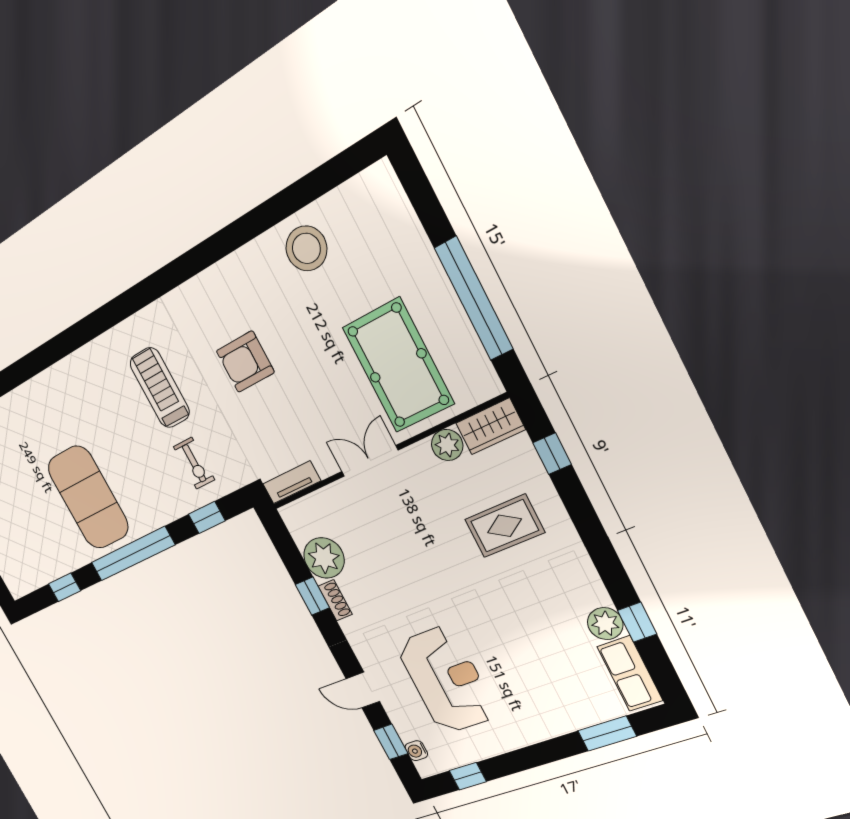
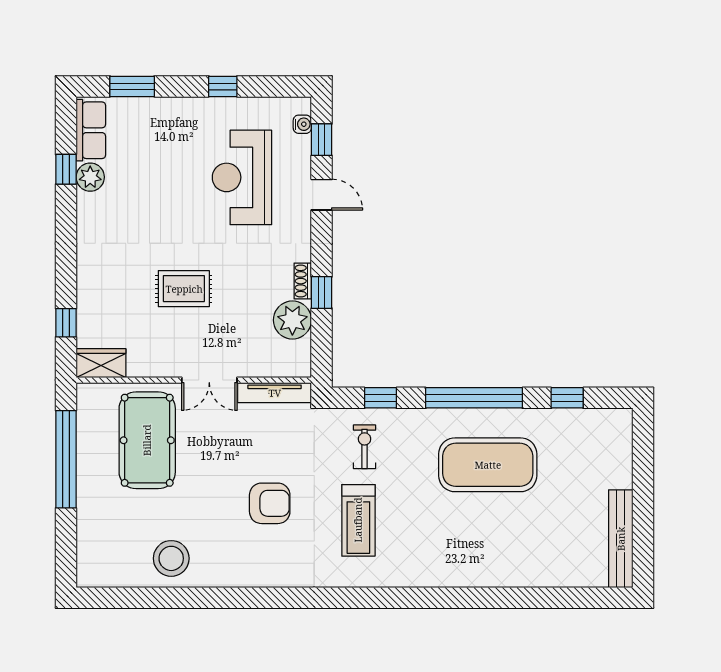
plant: (447, 445) -> (141, 364), removed
tv unit: (292, 482) -> (275, 393), width x1.41
exercise mat: (88, 497) -> (488, 465), turned 90
rug: (505, 526) -> (184, 289), moved
window: (468, 776) -> (223, 86), moved

